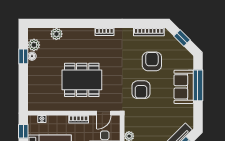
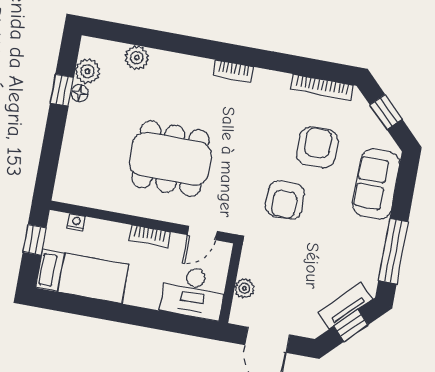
window: (198, 85) -> (393, 251), moved
sofa: (184, 87) -> (376, 184), moved

